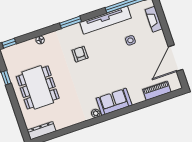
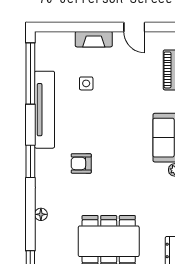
fireplace: (154, 19) -> (94, 39), moved
door: (175, 58) -> (134, 27), width x0.53

